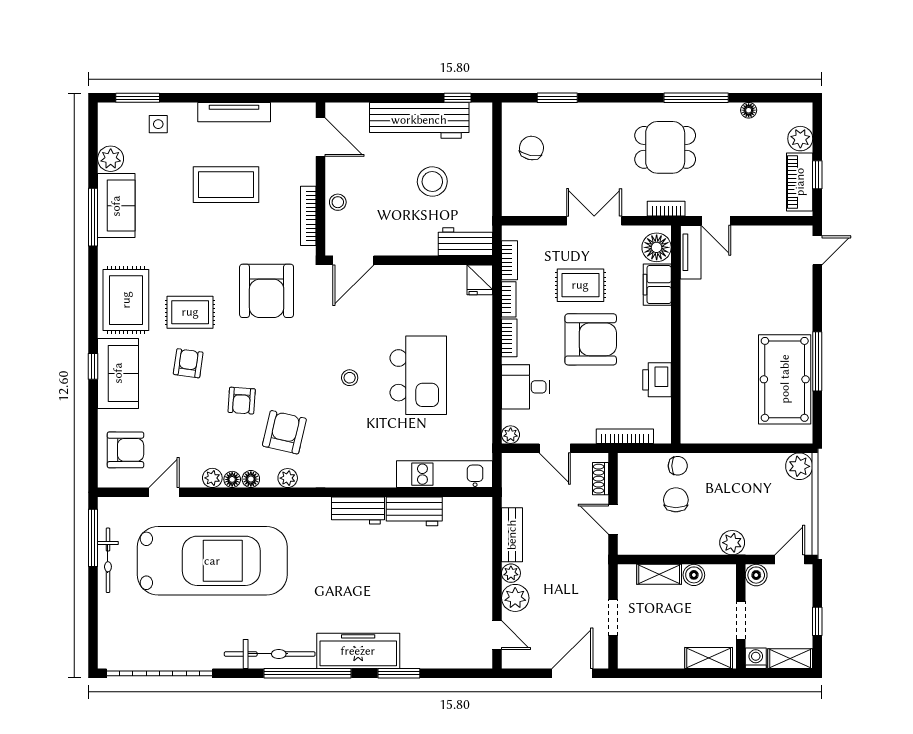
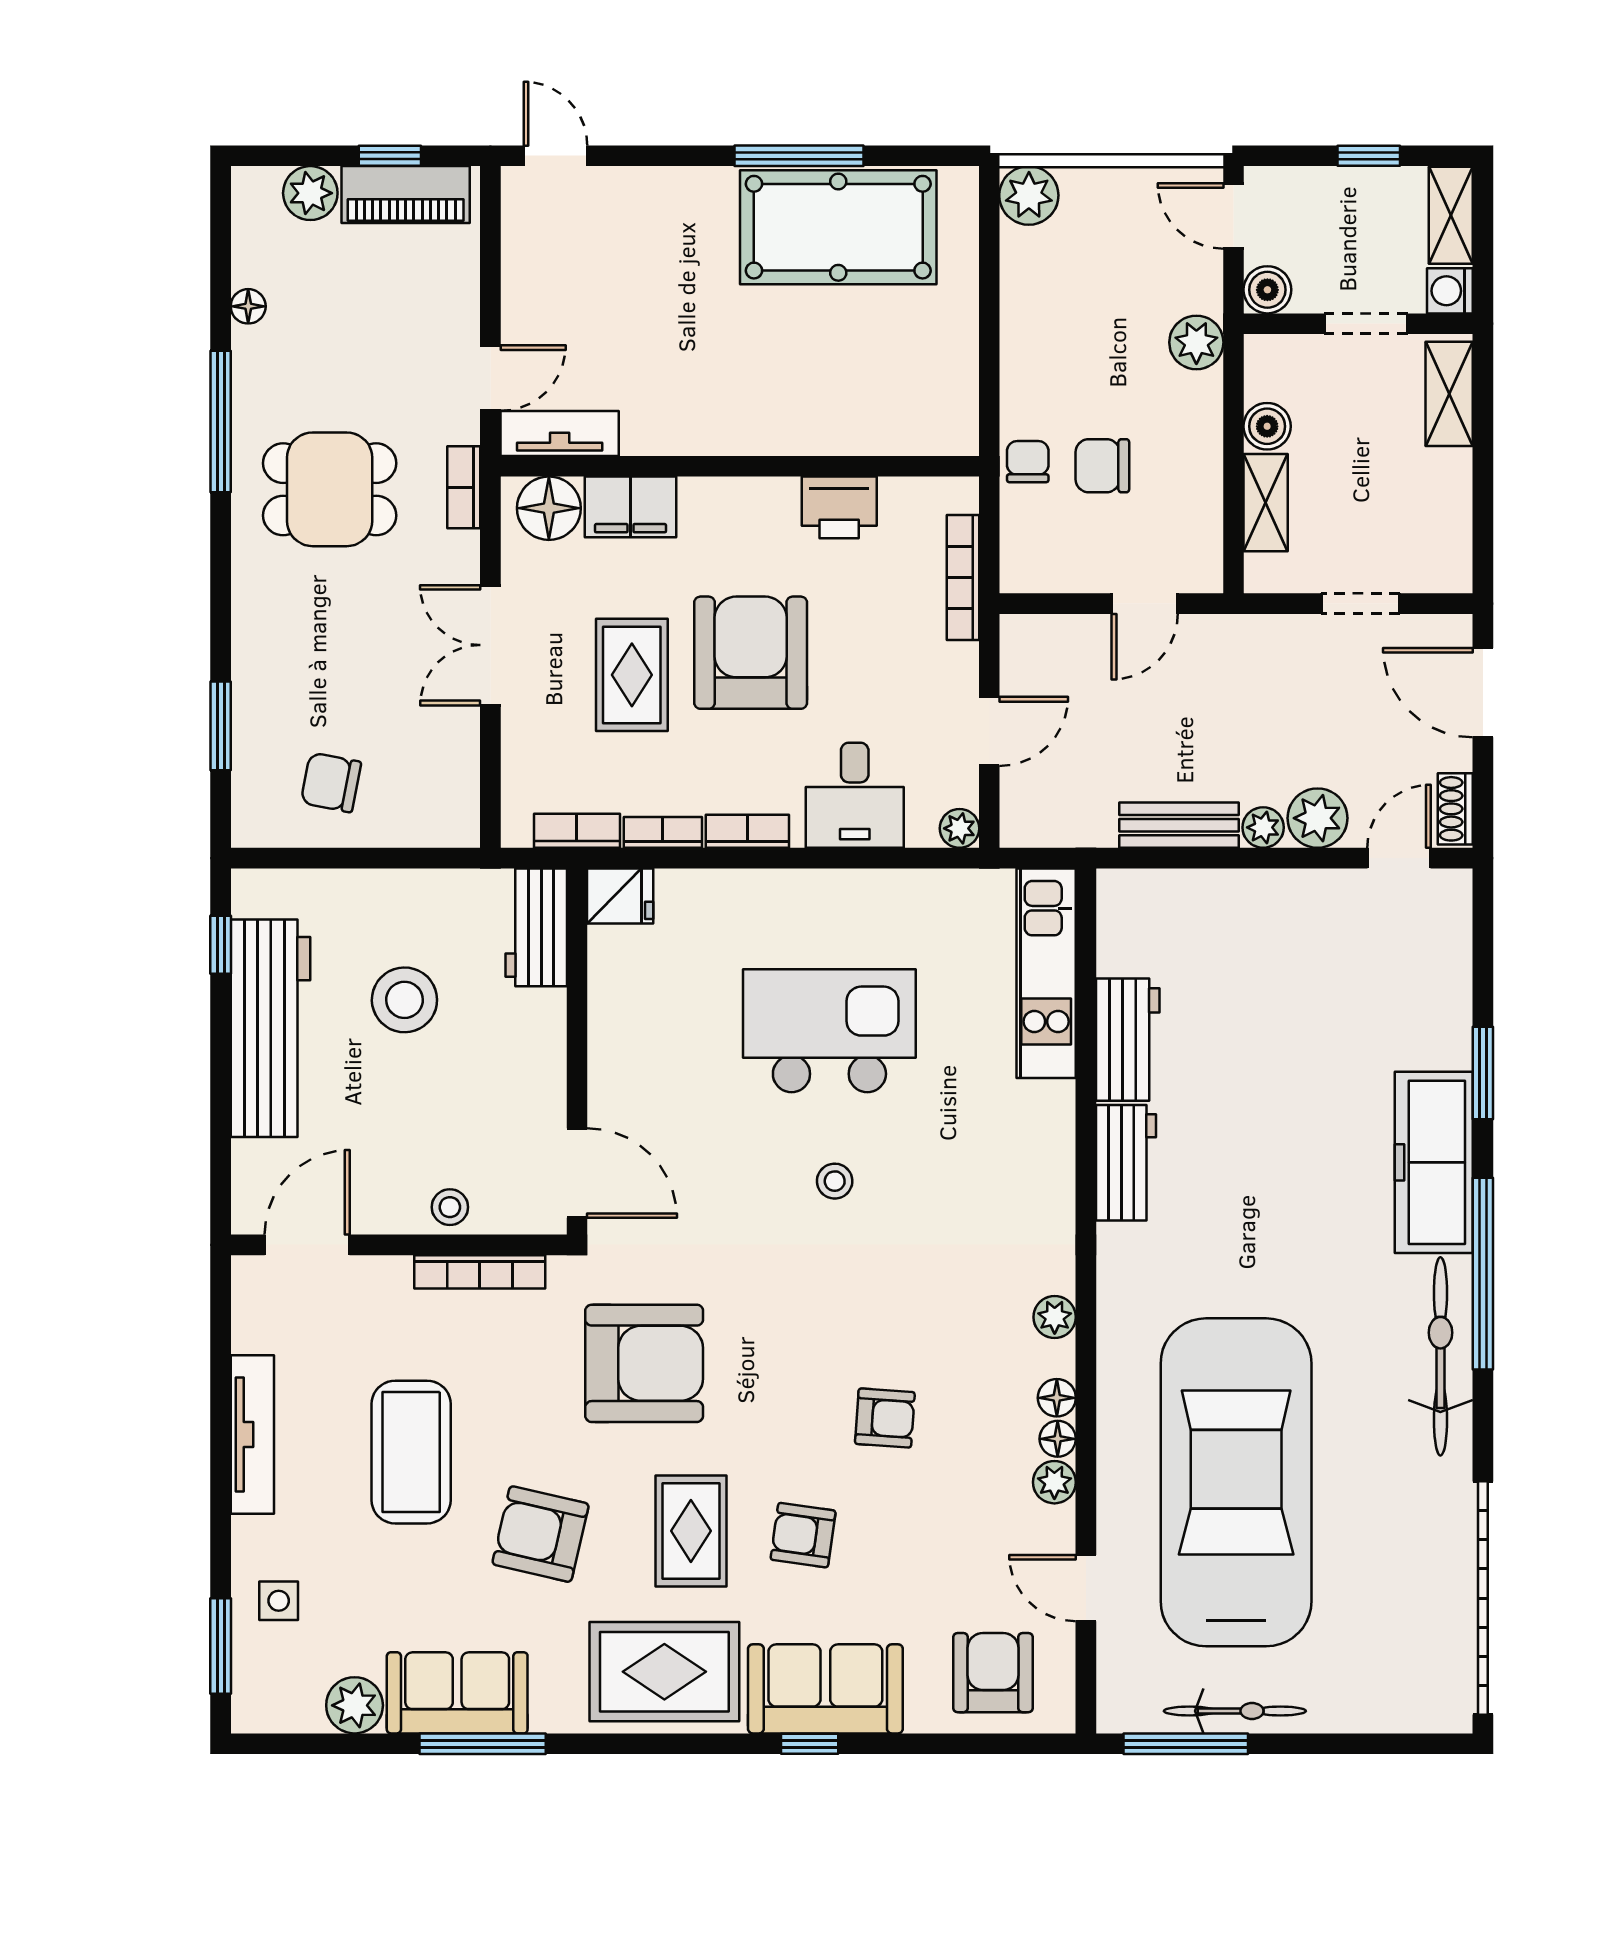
dining table: (665, 147) -> (330, 489), turned 90
armchair: (284, 432) -> (541, 1534), moved
shoe rack: (600, 479) -> (1455, 809), moved, turned 90

